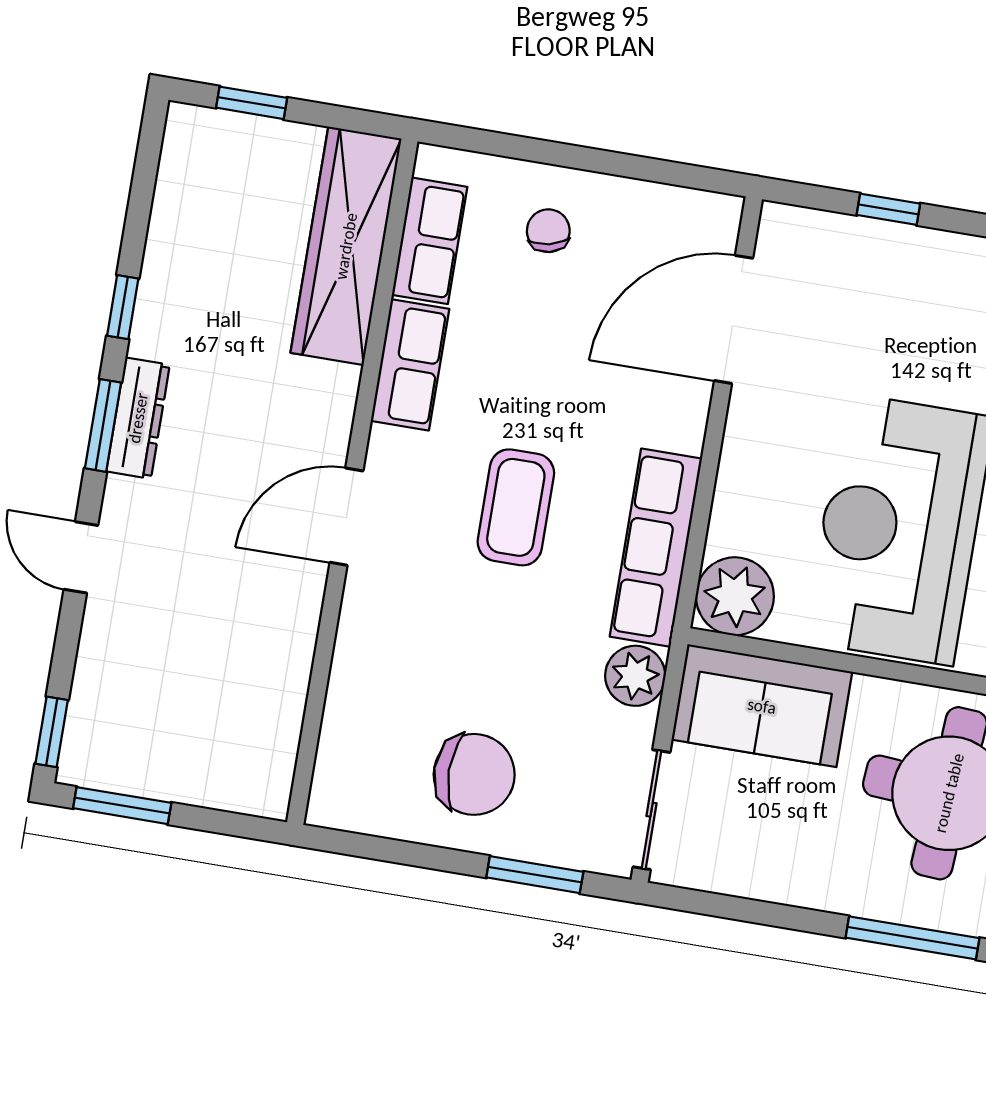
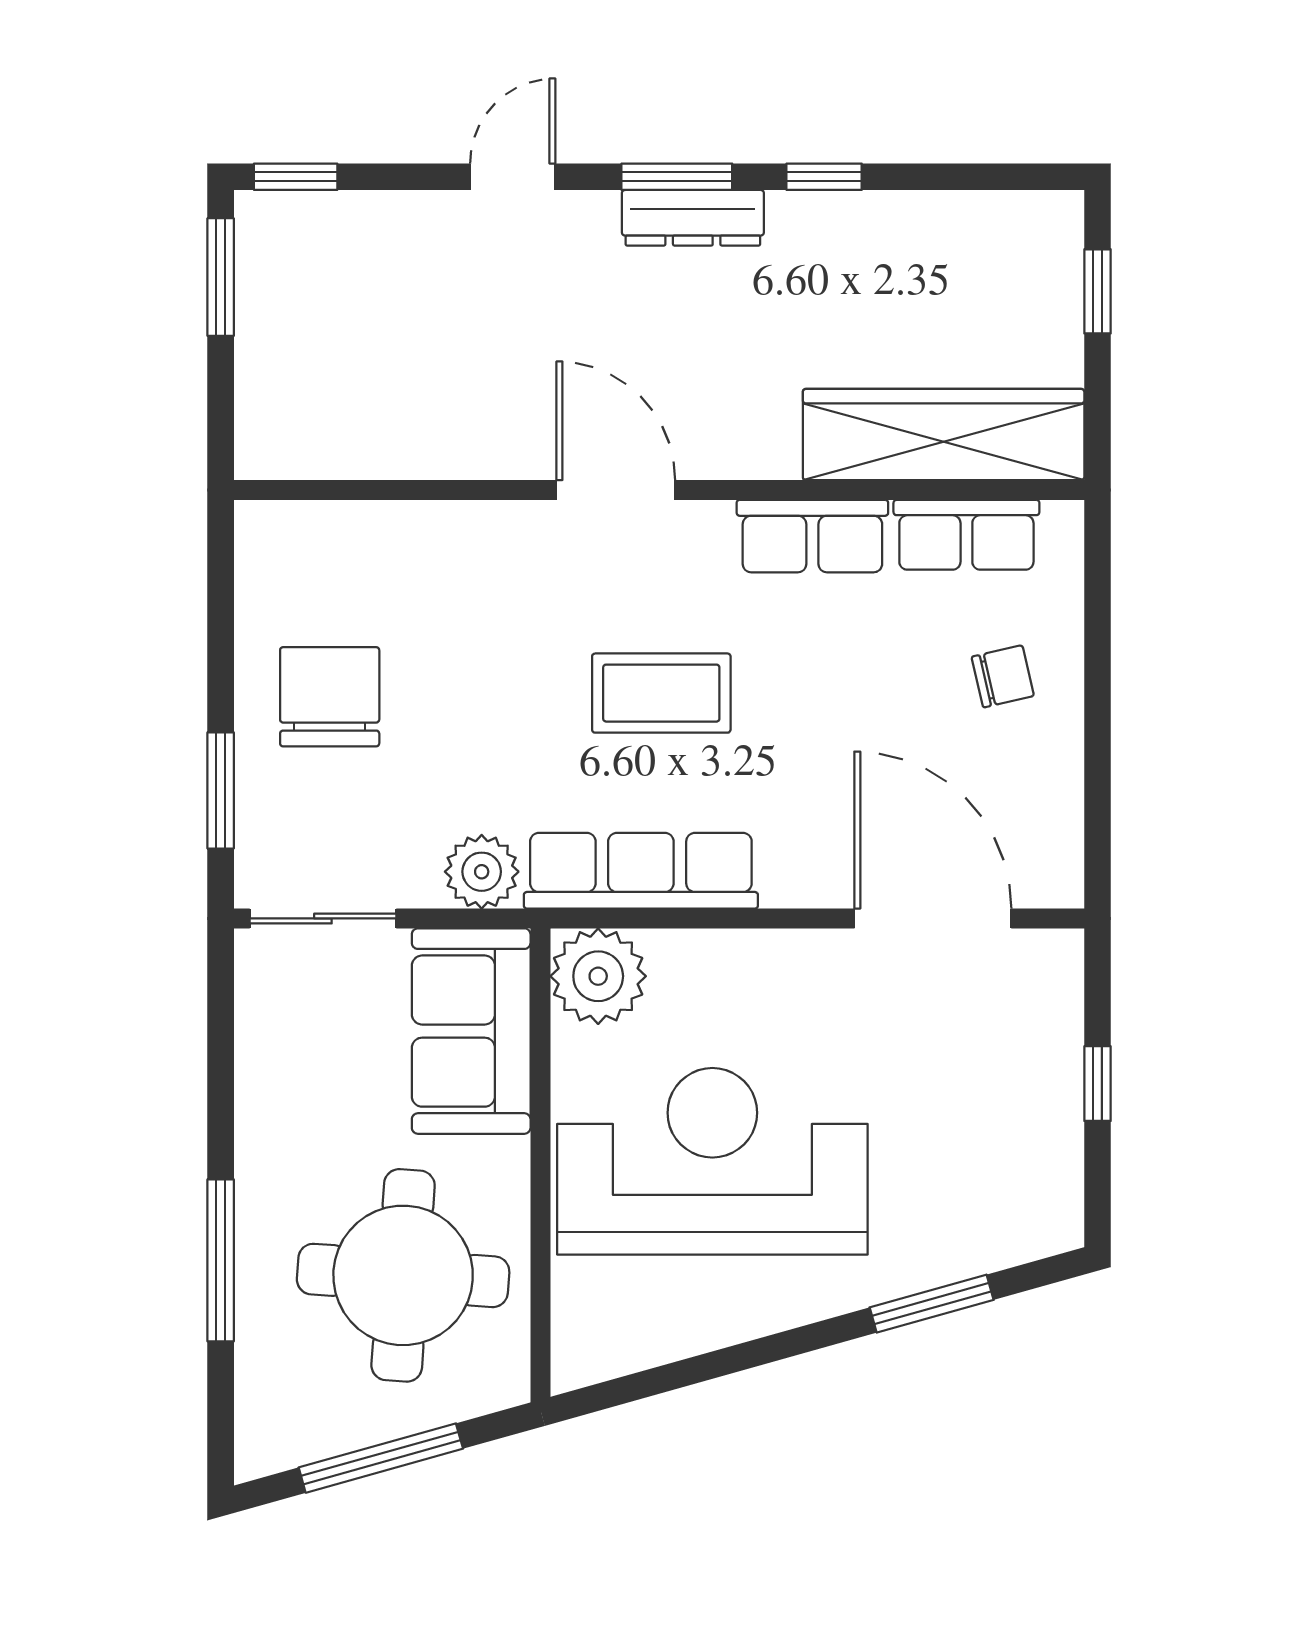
chair: (474, 774) -> (330, 697), turned 180

